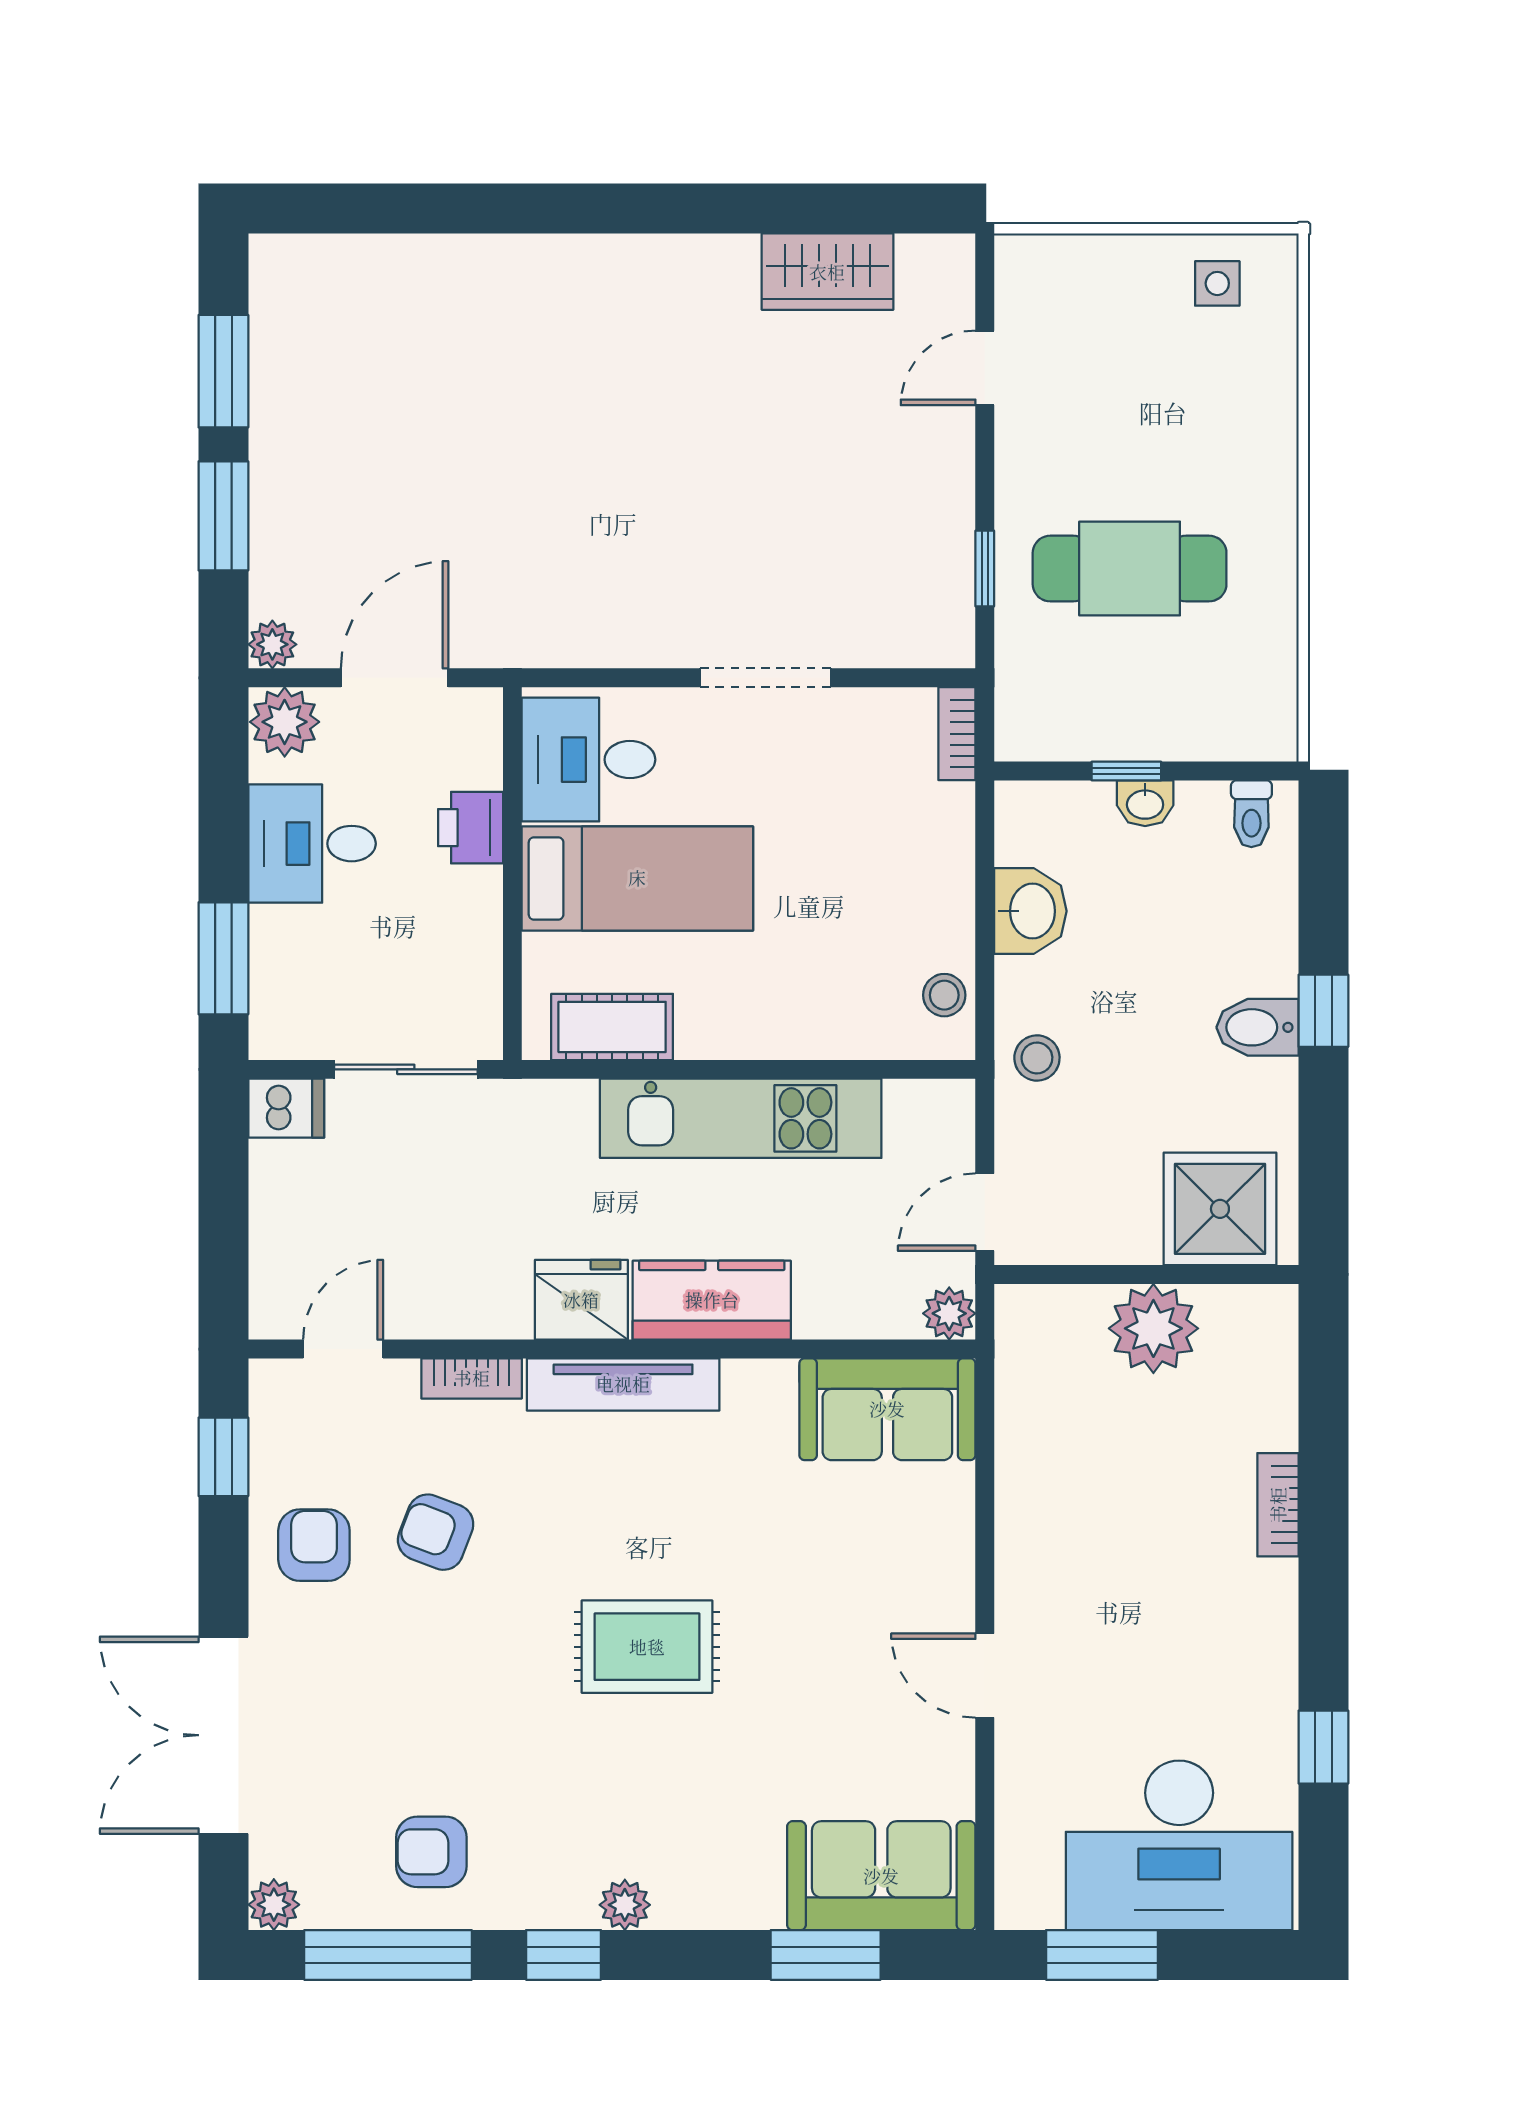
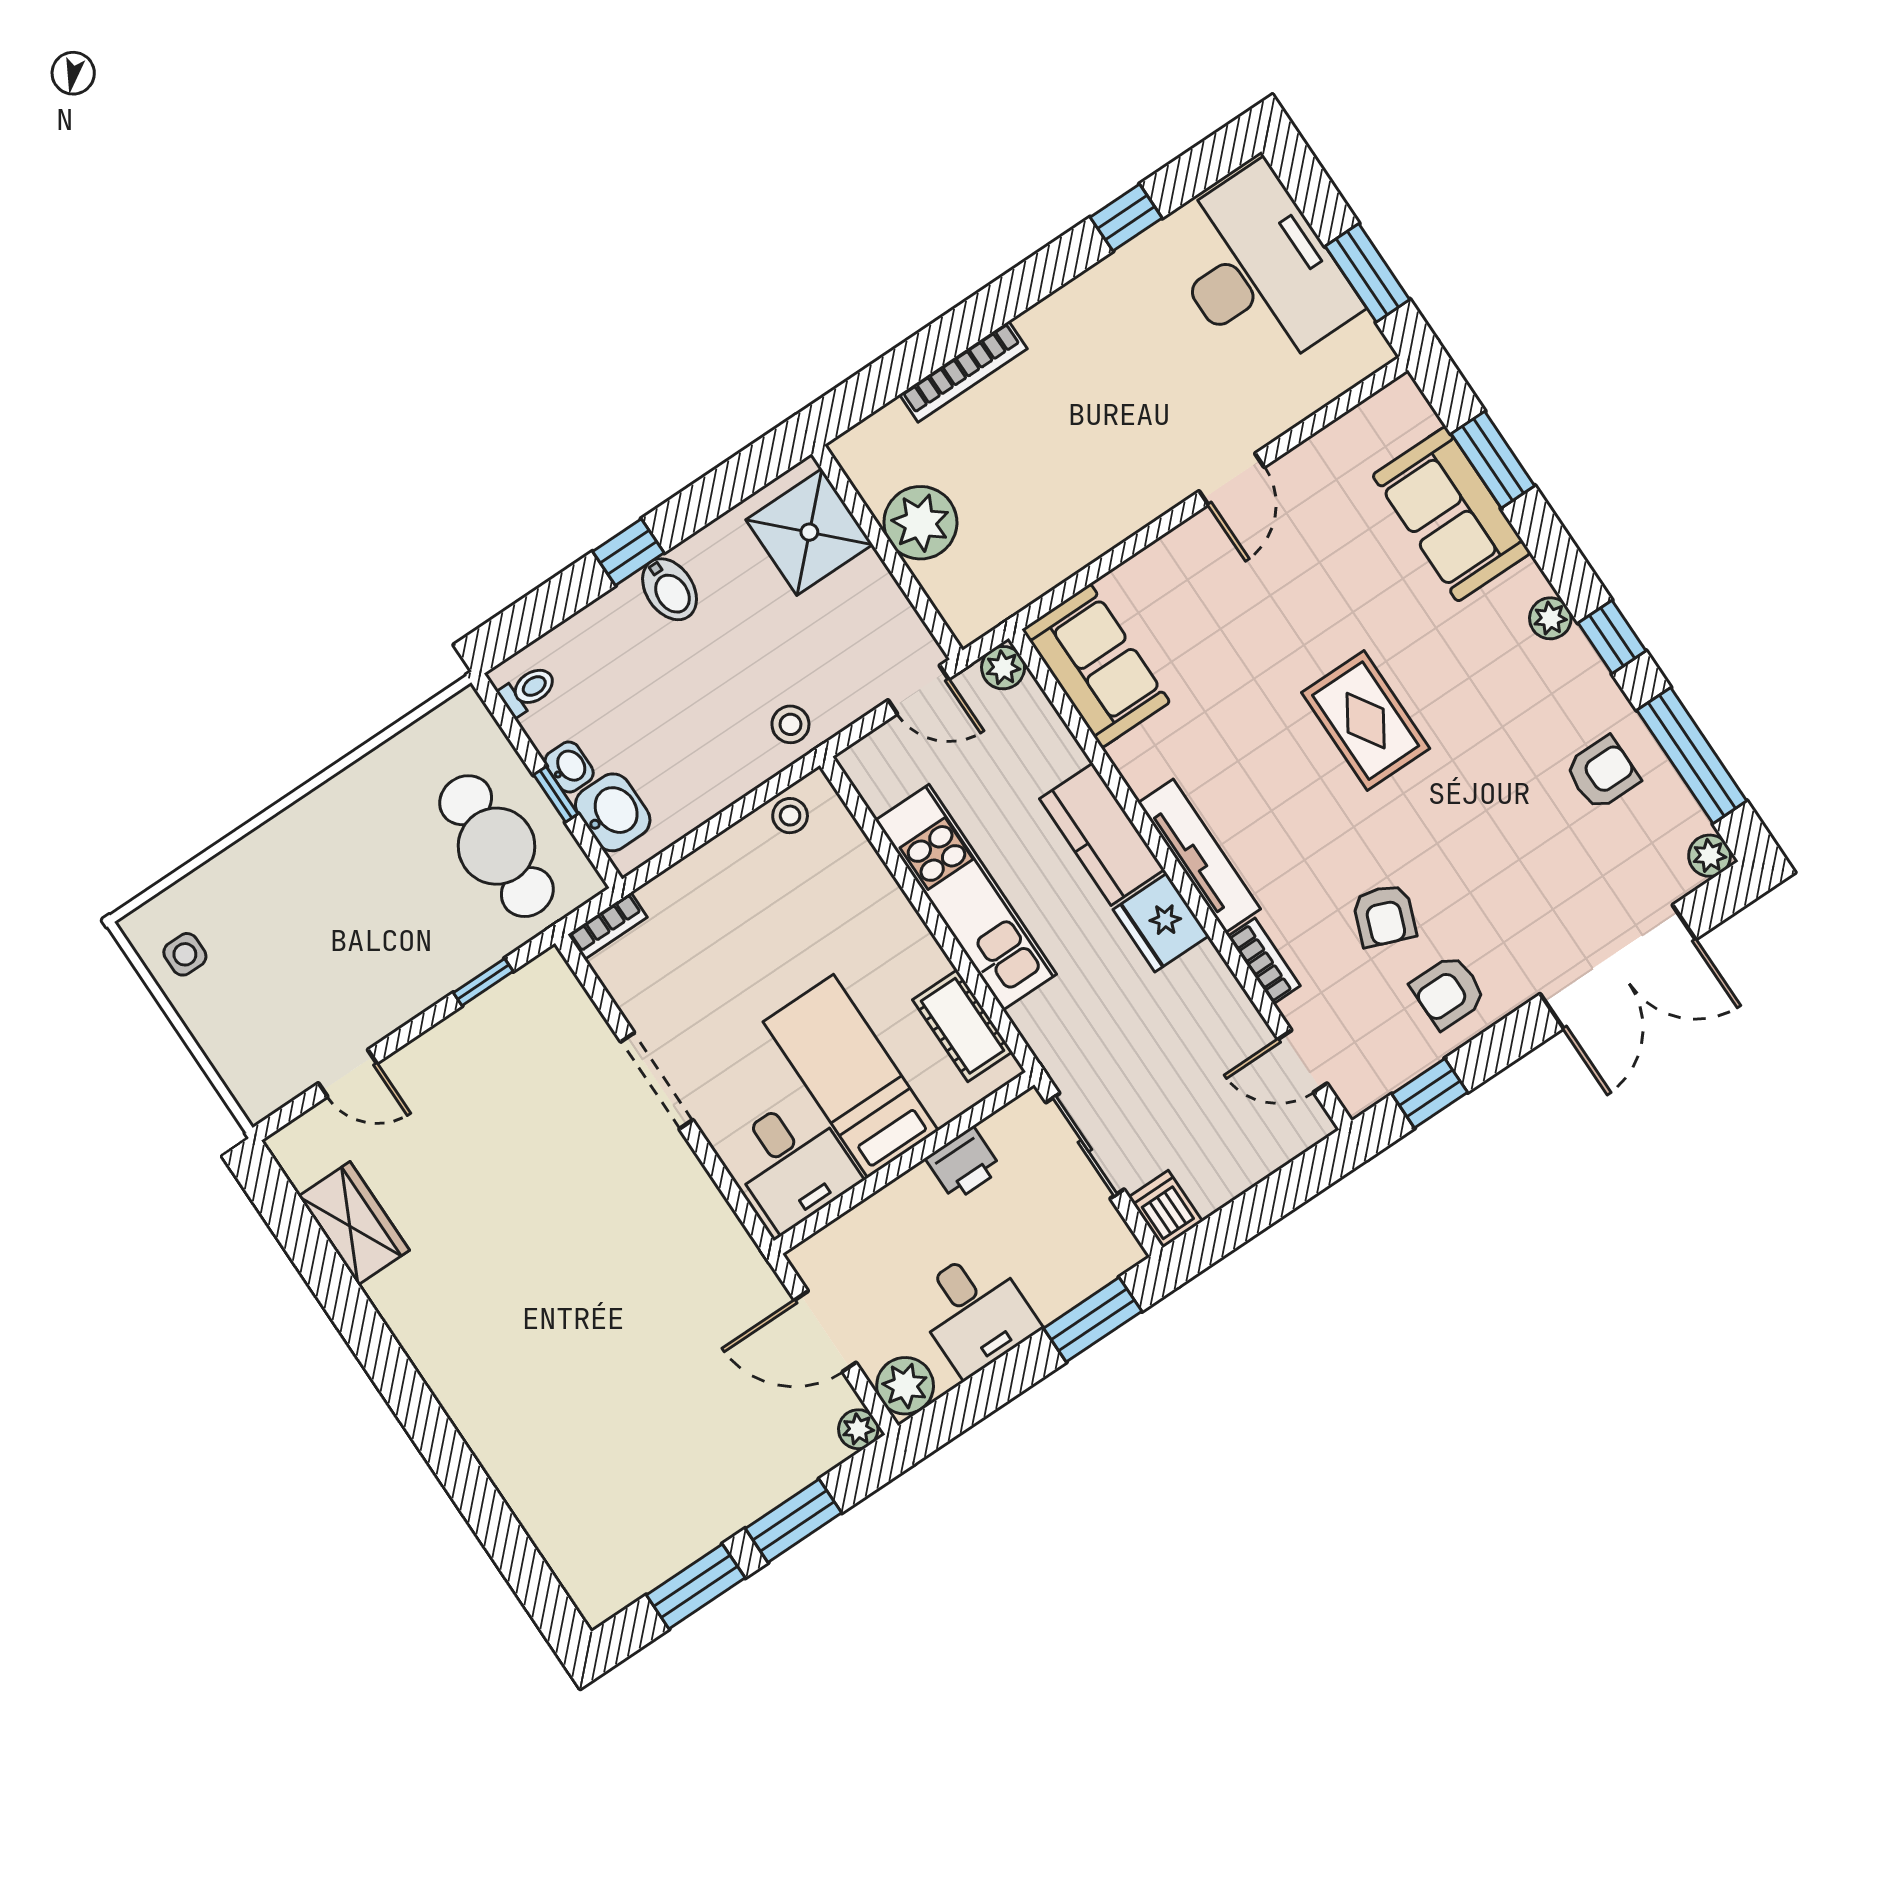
cafe table: (1130, 569) -> (496, 846), moved
printer: (471, 828) -> (964, 1164), moved
washbasin: (1030, 911) -> (613, 812), moved, turned 90
bookcase: (1278, 1505) -> (963, 372), width x1.56
armchair: (431, 1852) -> (1602, 773), turned -90
sofa: (881, 1876) -> (1452, 514), moved

